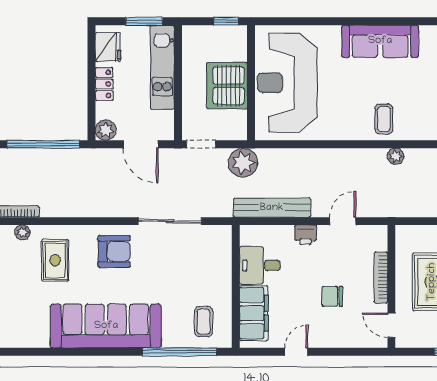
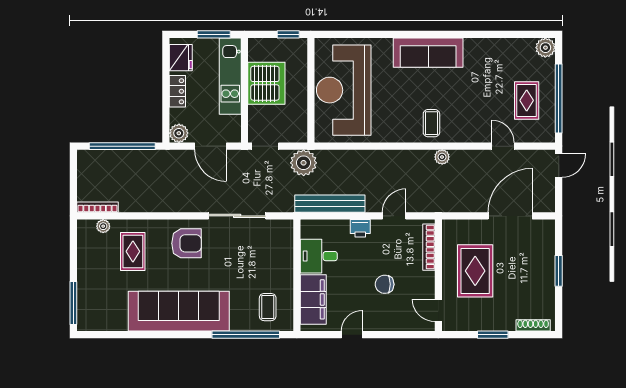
server rack: (227, 86) -> (266, 83), moved, turned 180
bookcase: (381, 277) -> (429, 247), moved

